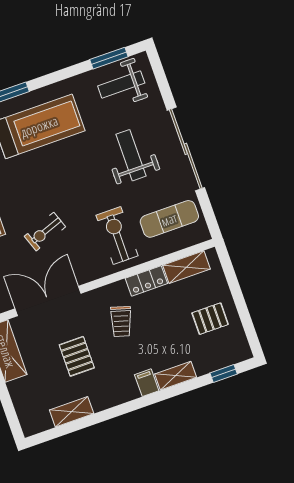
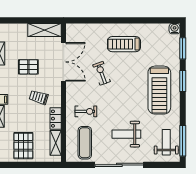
window: (109, 58) -> (183, 141), width x1.44
weight bench: (131, 155) -> (126, 134), turned 180
exercise bike: (117, 235) -> (86, 111), width x0.73, depth x0.72
pallet: (210, 319) -> (23, 146), width x1.50, depth x1.42

